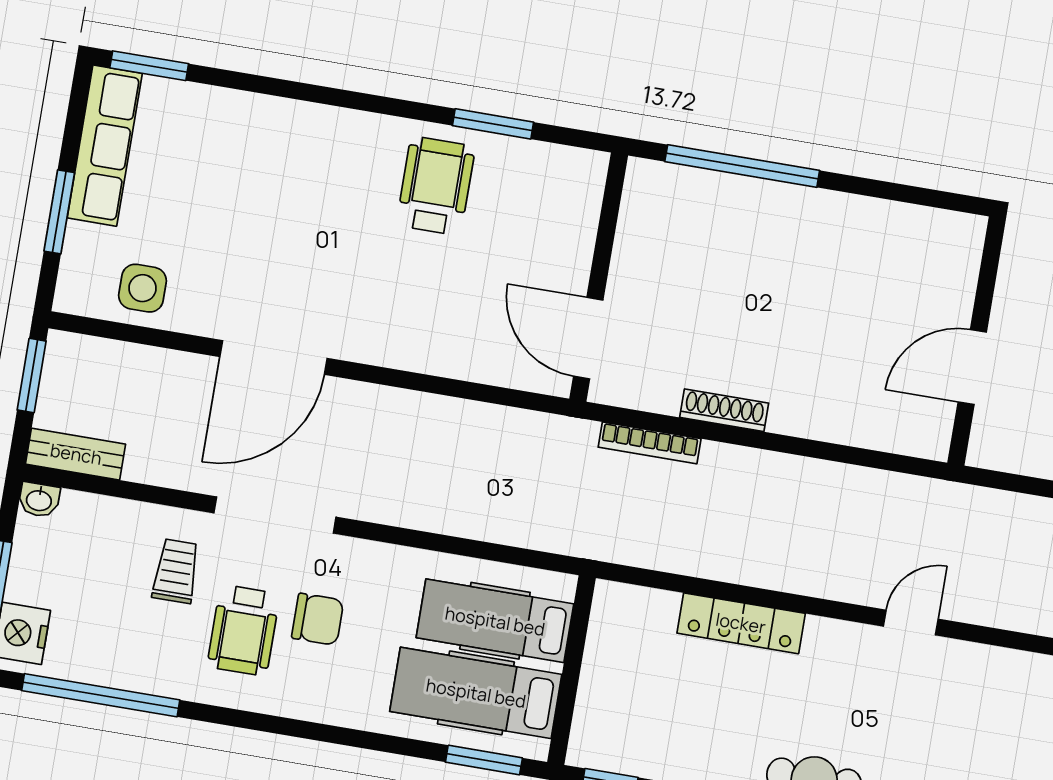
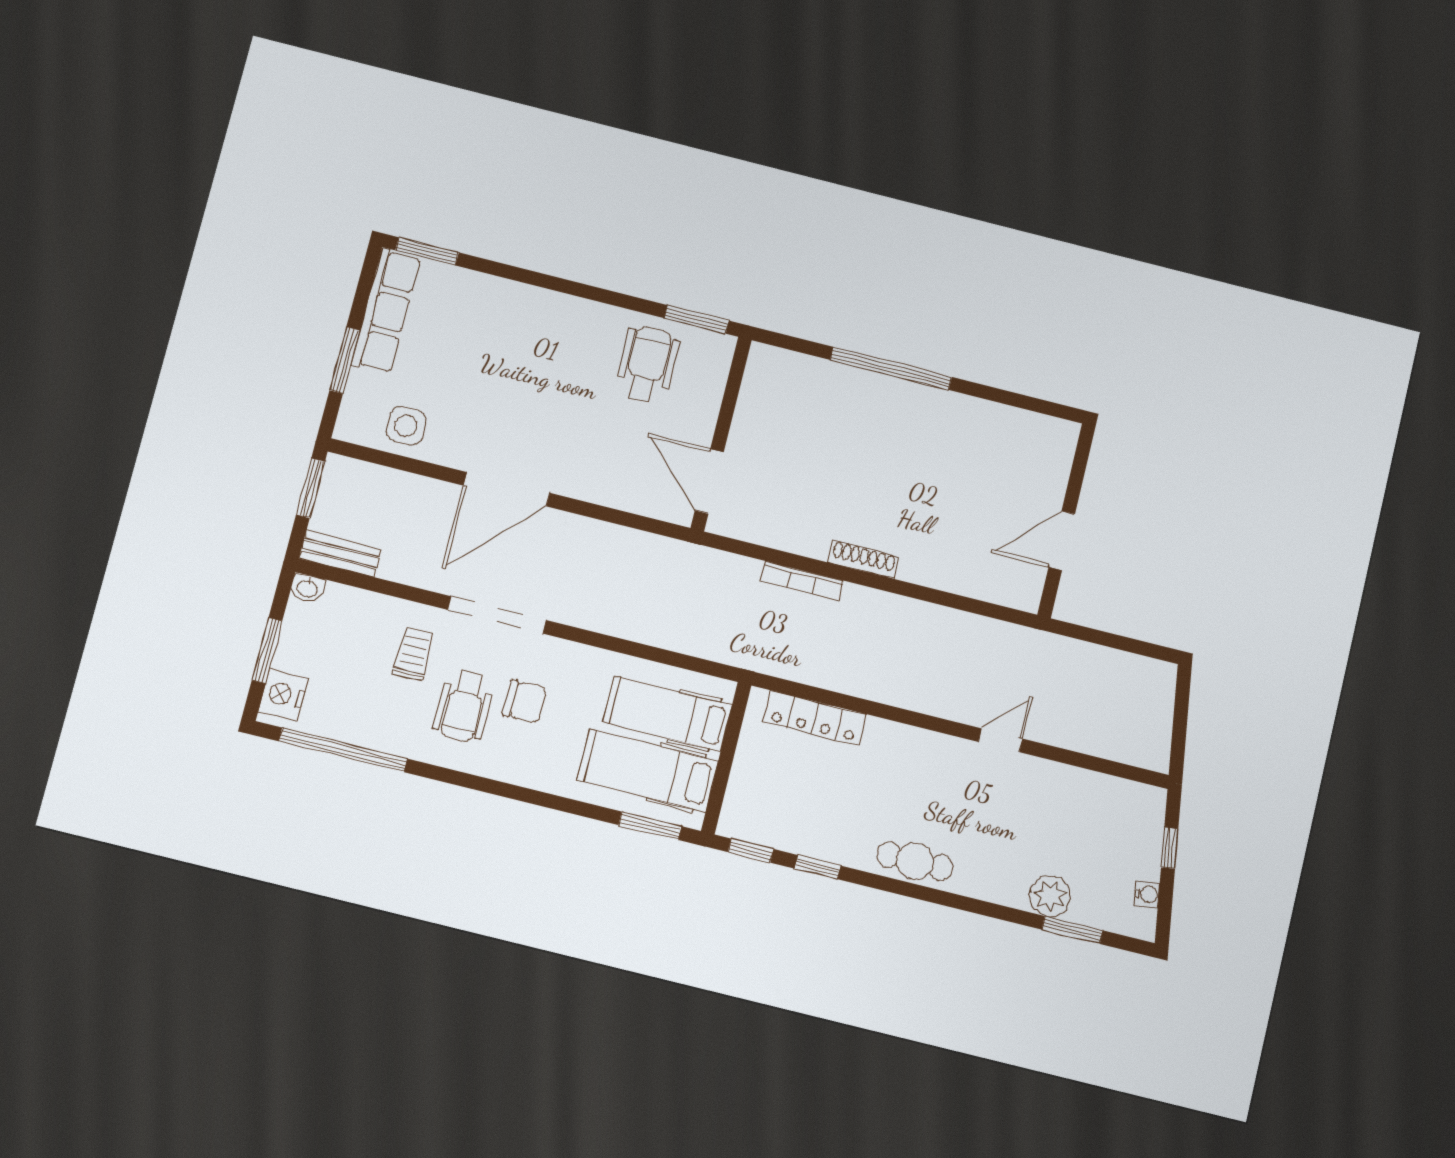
wall: (599, 277) -> (721, 434), moved
door: (588, 338) -> (709, 481), moved
locker: (741, 623) -> (815, 718), moved

